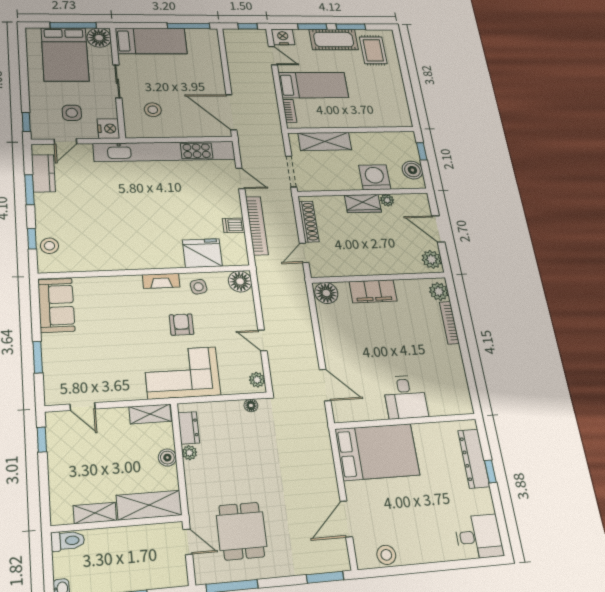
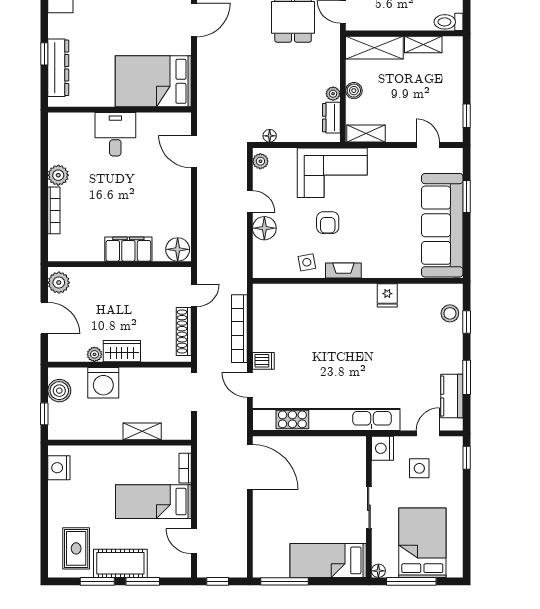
nightstand: (283, 37) -> (59, 468), moved, turned 90
floor lamp: (99, 38) -> (378, 571), width x0.53, depth x0.53
stool: (153, 110) -> (334, 471), removed
shelving: (325, 141) -> (142, 431), width x0.67, depth x0.75
dishwasher: (234, 225) -> (263, 361), moved
fridge: (202, 253) -> (387, 295), moved, width x0.53, depth x0.75
floor lamp: (240, 281) -> (264, 228), moved
plant: (439, 292) -> (58, 175), moved
sofa: (56, 305) -> (442, 225), width x1.85, depth x1.27

